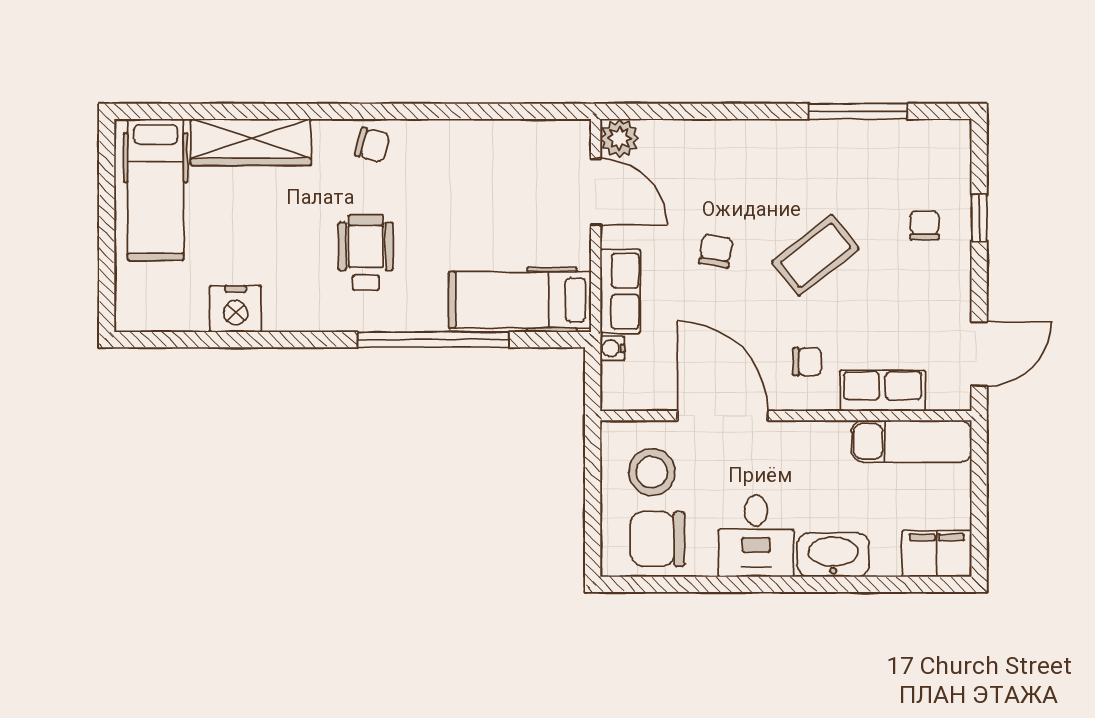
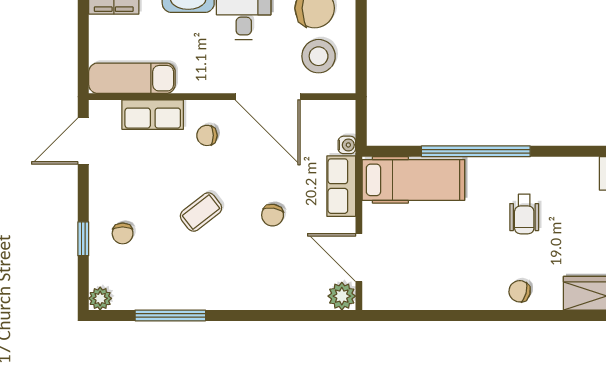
plant: (956, 135) -> (100, 298), added
wheelchair: (366, 253) -> (524, 214), width x0.73, depth x0.73
coffee table: (815, 255) -> (201, 212), width x0.73, depth x0.77

